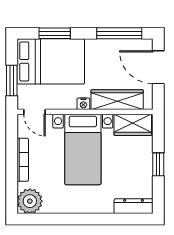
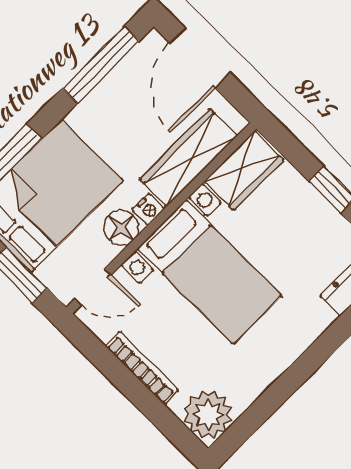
door: (158, 67) -> (200, 58), hinge flipped
floor lamp: (67, 101) -> (121, 228), added

